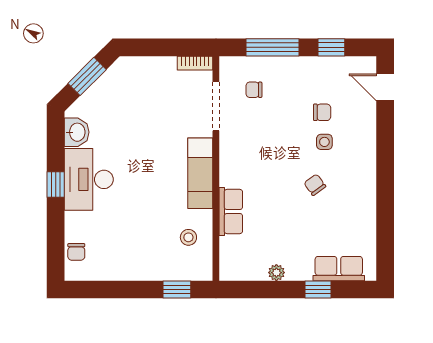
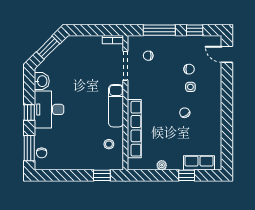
row of seats: (231, 211) -> (134, 129), width x2.02
window: (56, 244) -> (29, 148), added

